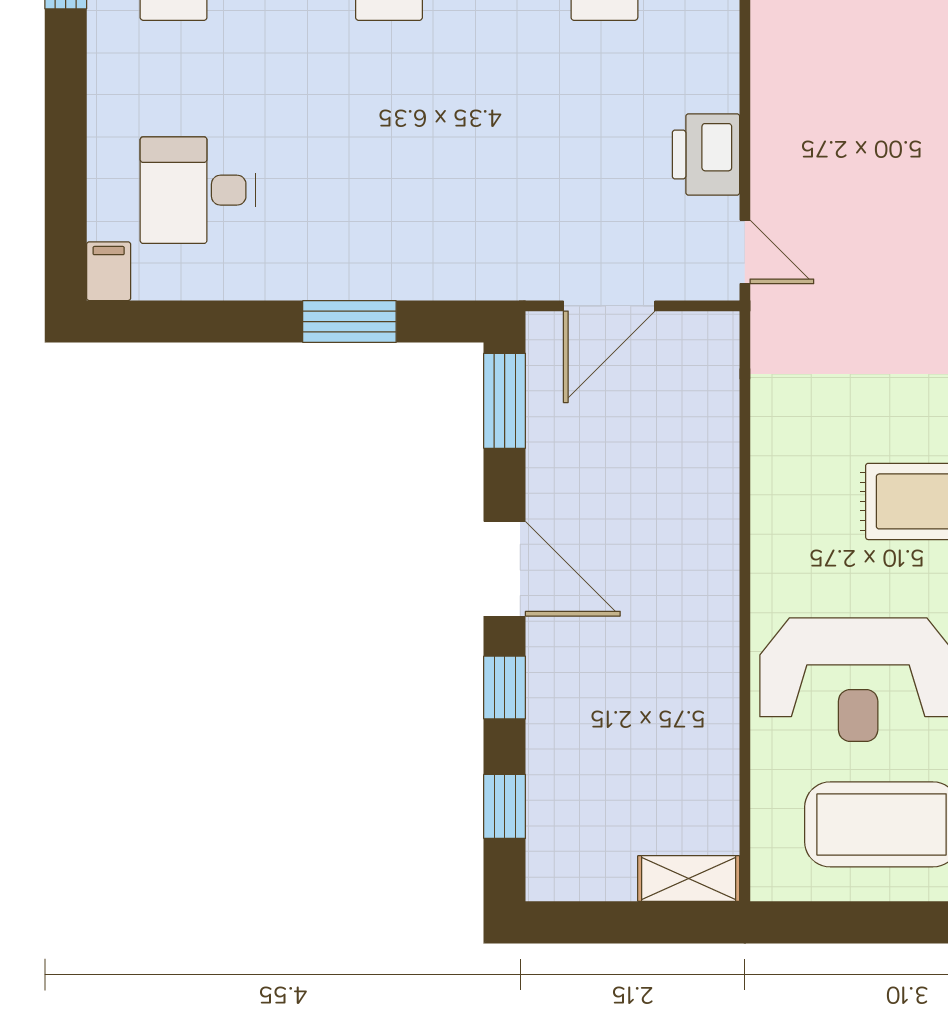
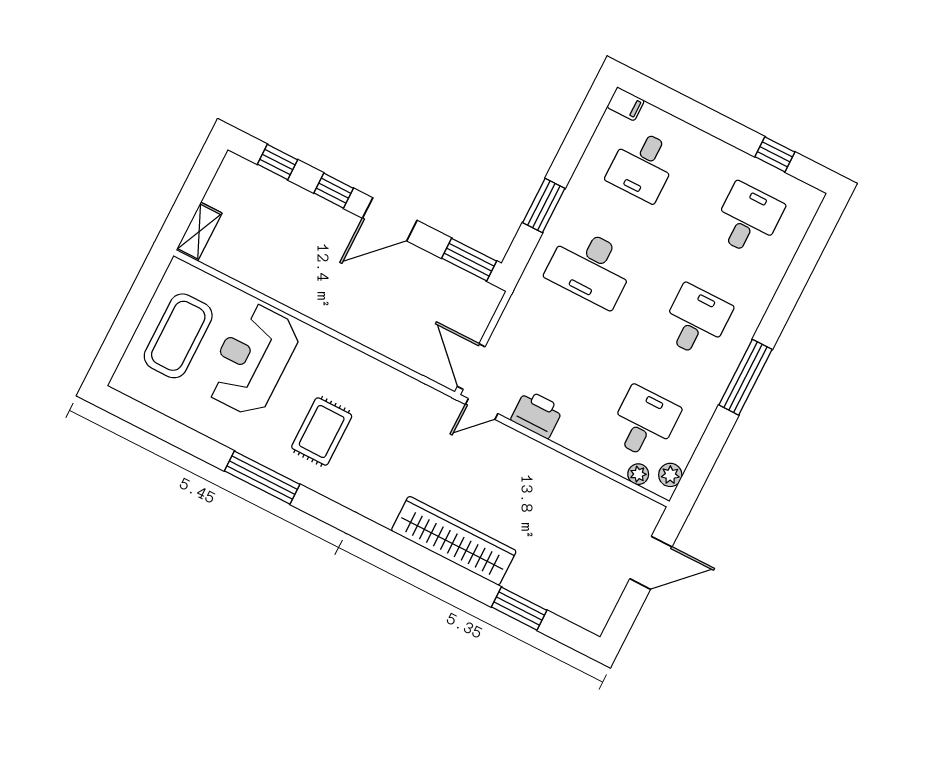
desk: (198, 190) -> (642, 165), turned 180
desk: (413, 190) -> (591, 267), added
door: (609, 306) -> (471, 367), moved

